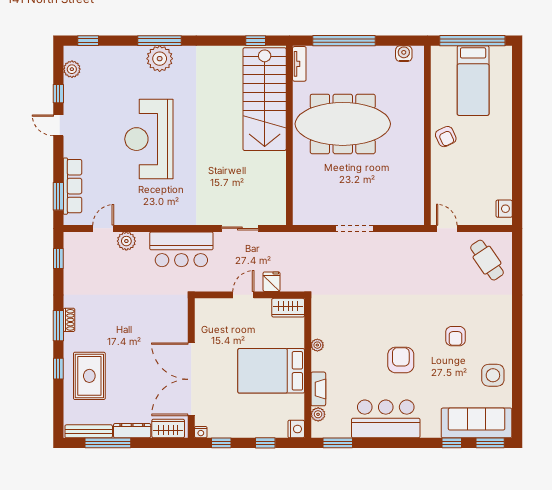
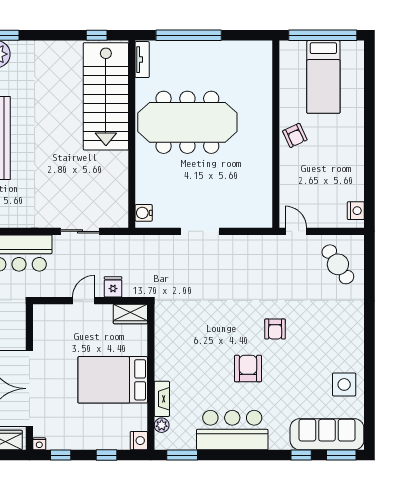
water cooler: (404, 54) -> (144, 213), moved, turned -90
armchair: (455, 336) -> (275, 329), moved
plant: (317, 345) -> (161, 353), removed

